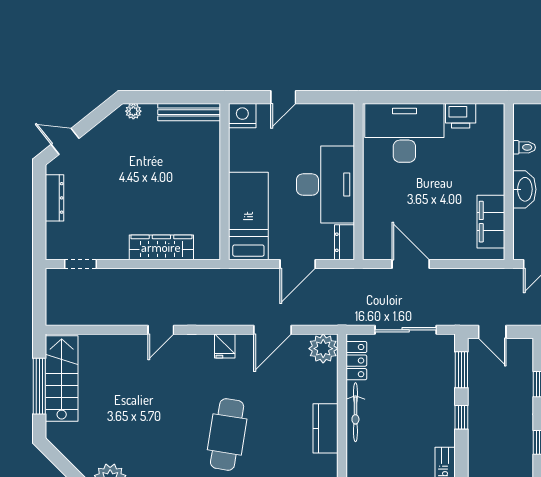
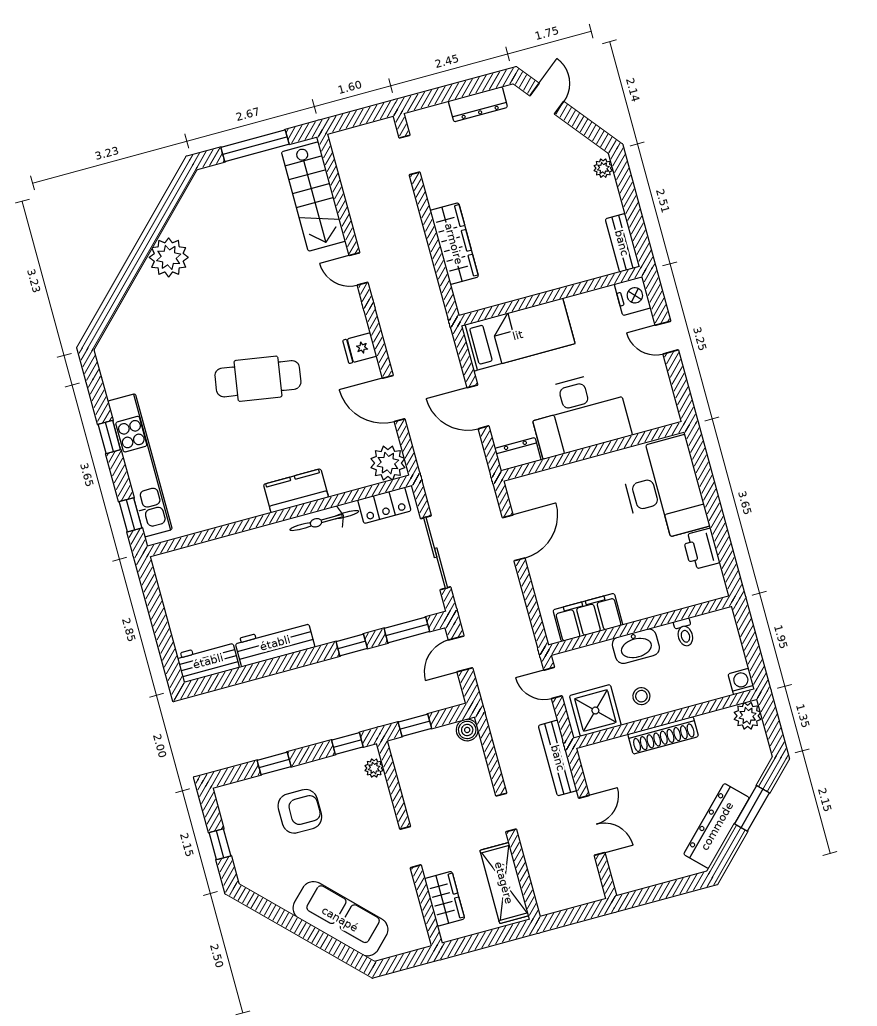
bench: (189, 112) -> (622, 243), width x0.73
stairs: (62, 378) -> (314, 197), moved, turned 90

